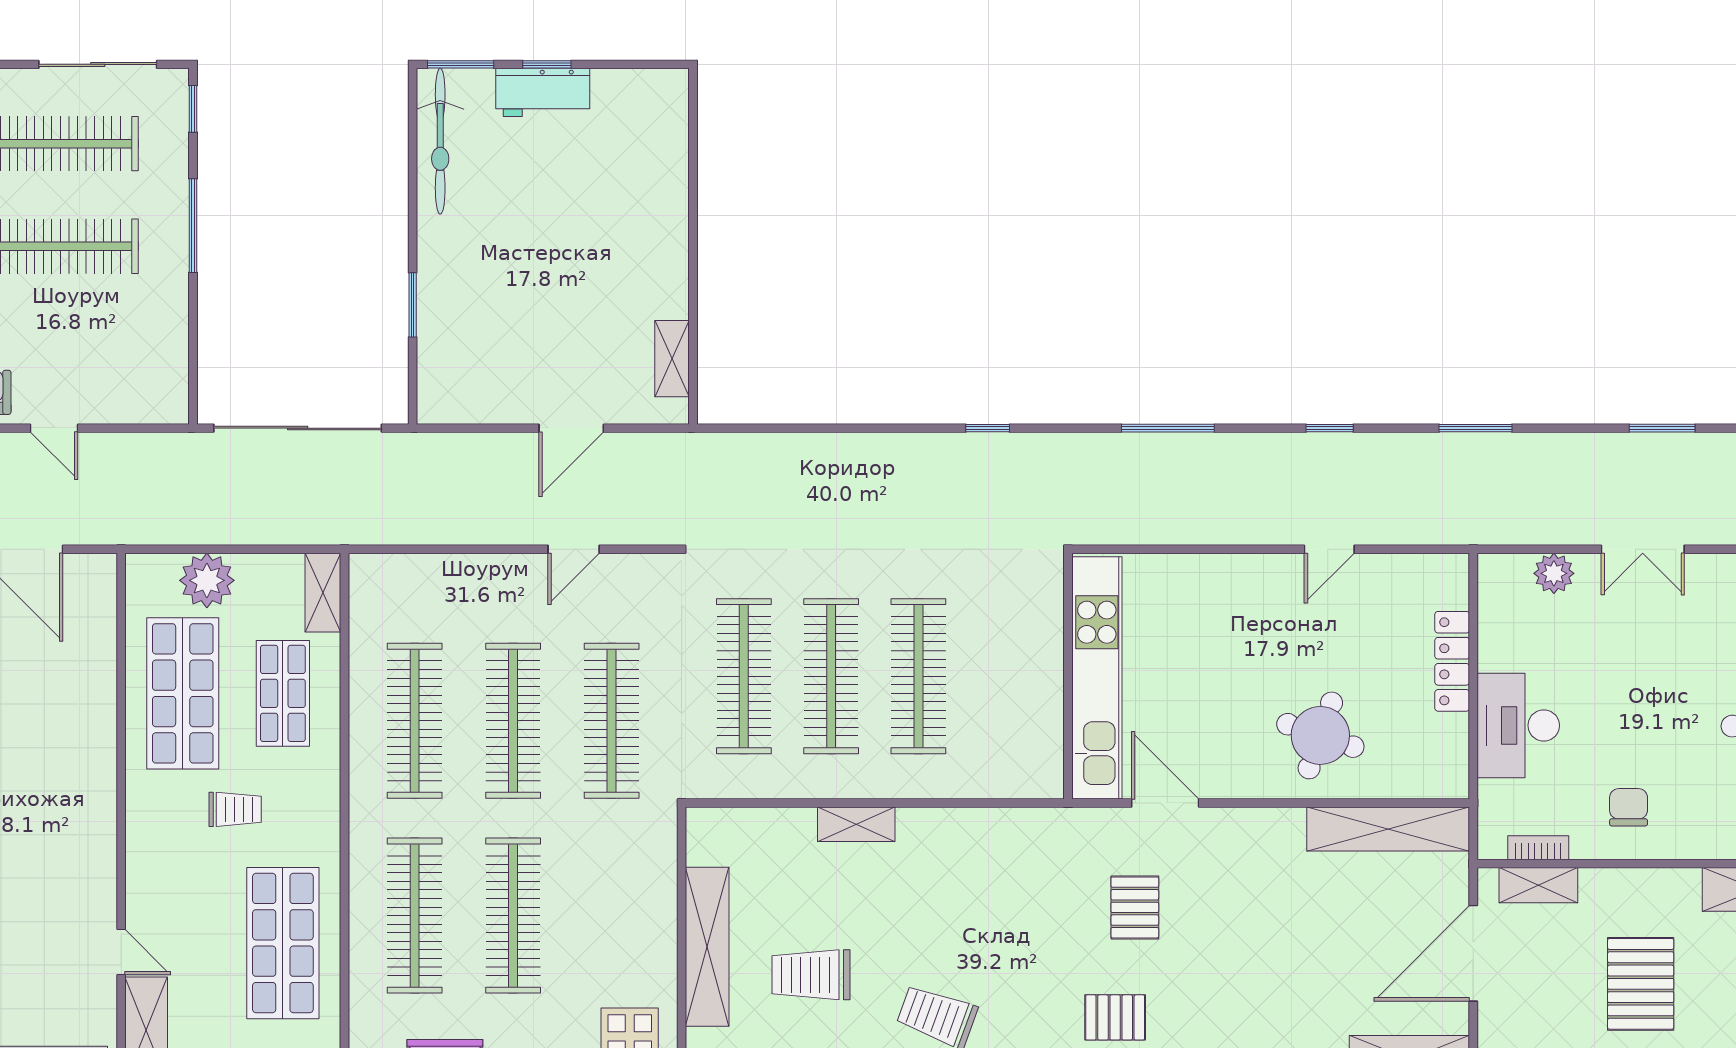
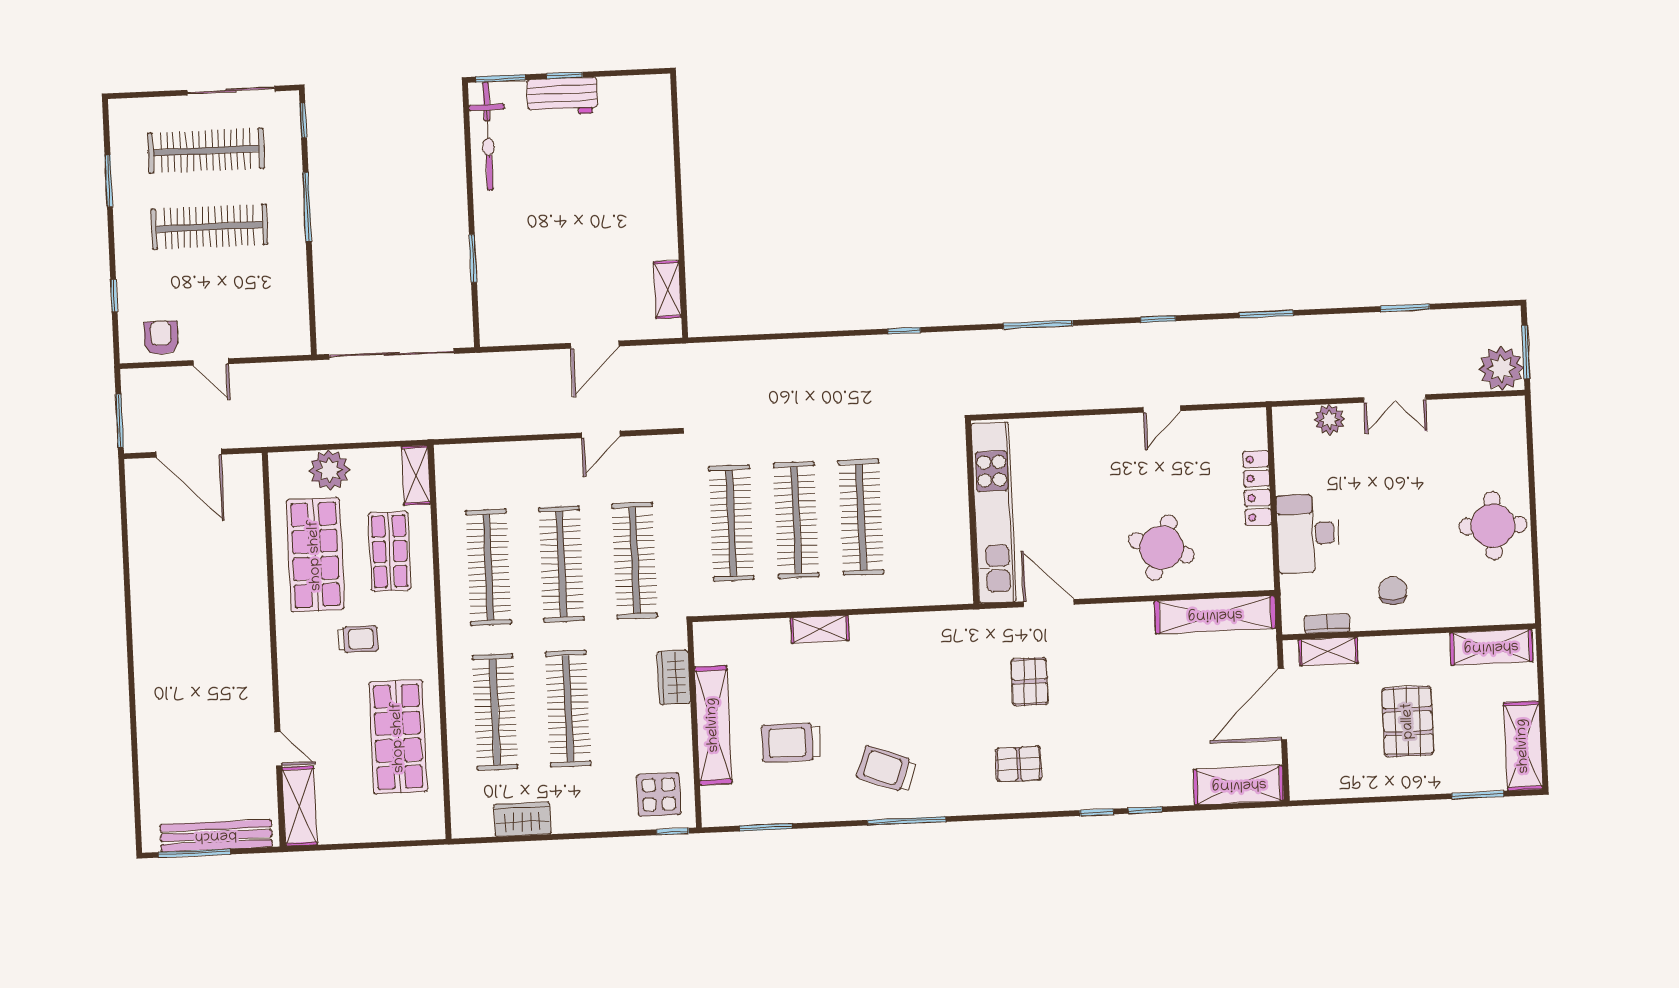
wardrobe: (657, 880) -> (674, 677), added

